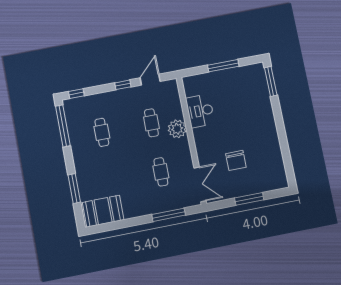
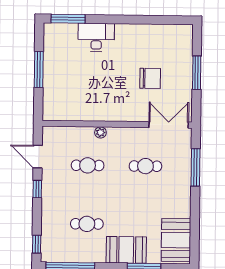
desk: (200, 111) -> (96, 37), moved, turned 180
plant: (177, 129) -> (100, 132), width x0.53, depth x0.53
booth: (86, 170) -> (126, 250), added

